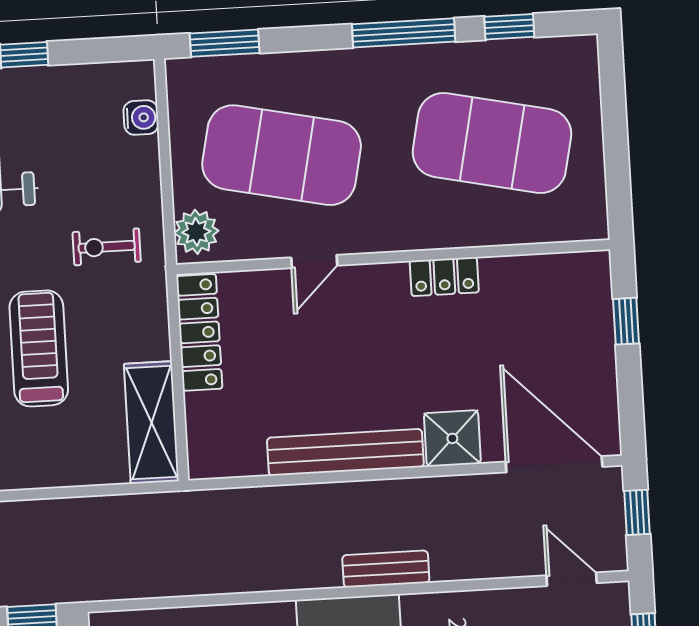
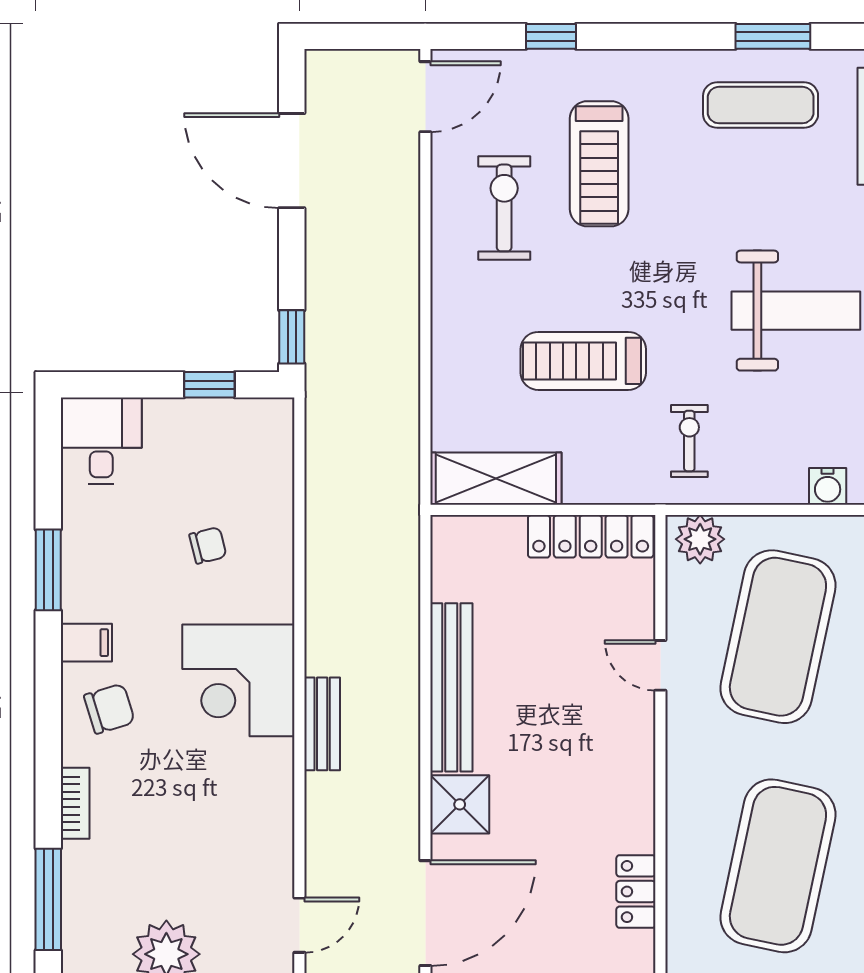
locker: (444, 277) -> (636, 892), moved
treadmill: (39, 348) -> (583, 361), turned 180

